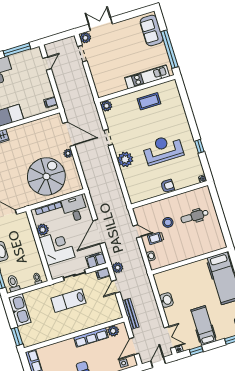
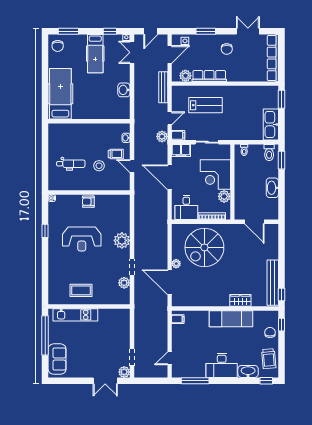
plant: (106, 106) -> (124, 283), moved
door: (99, 232) -> (170, 177), swing flipped
lab bench: (68, 301) -> (206, 105), moved

